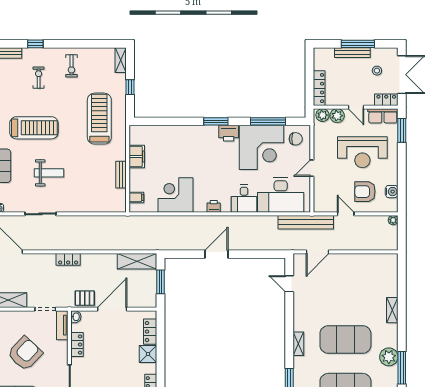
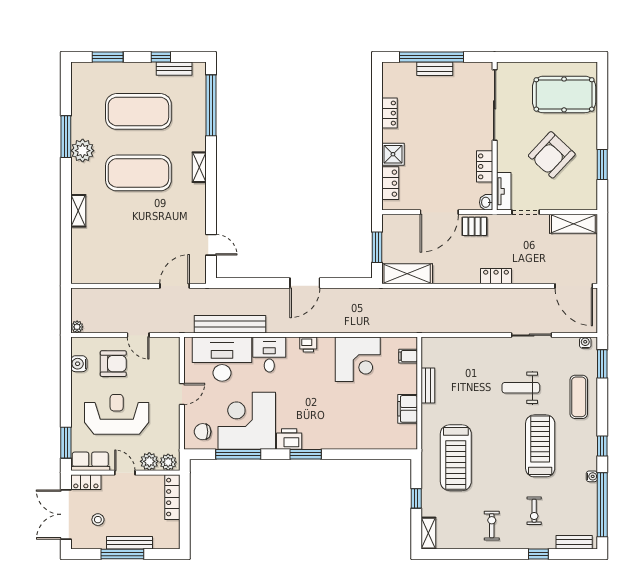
treadmill: (34, 128) -> (540, 446), turned 90
bench: (306, 222) -> (230, 324), moved

